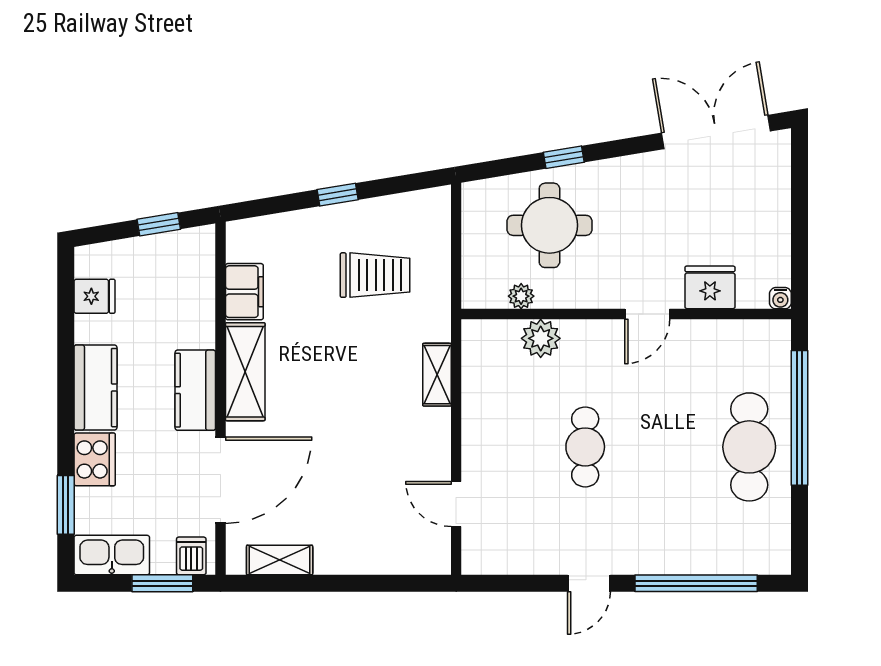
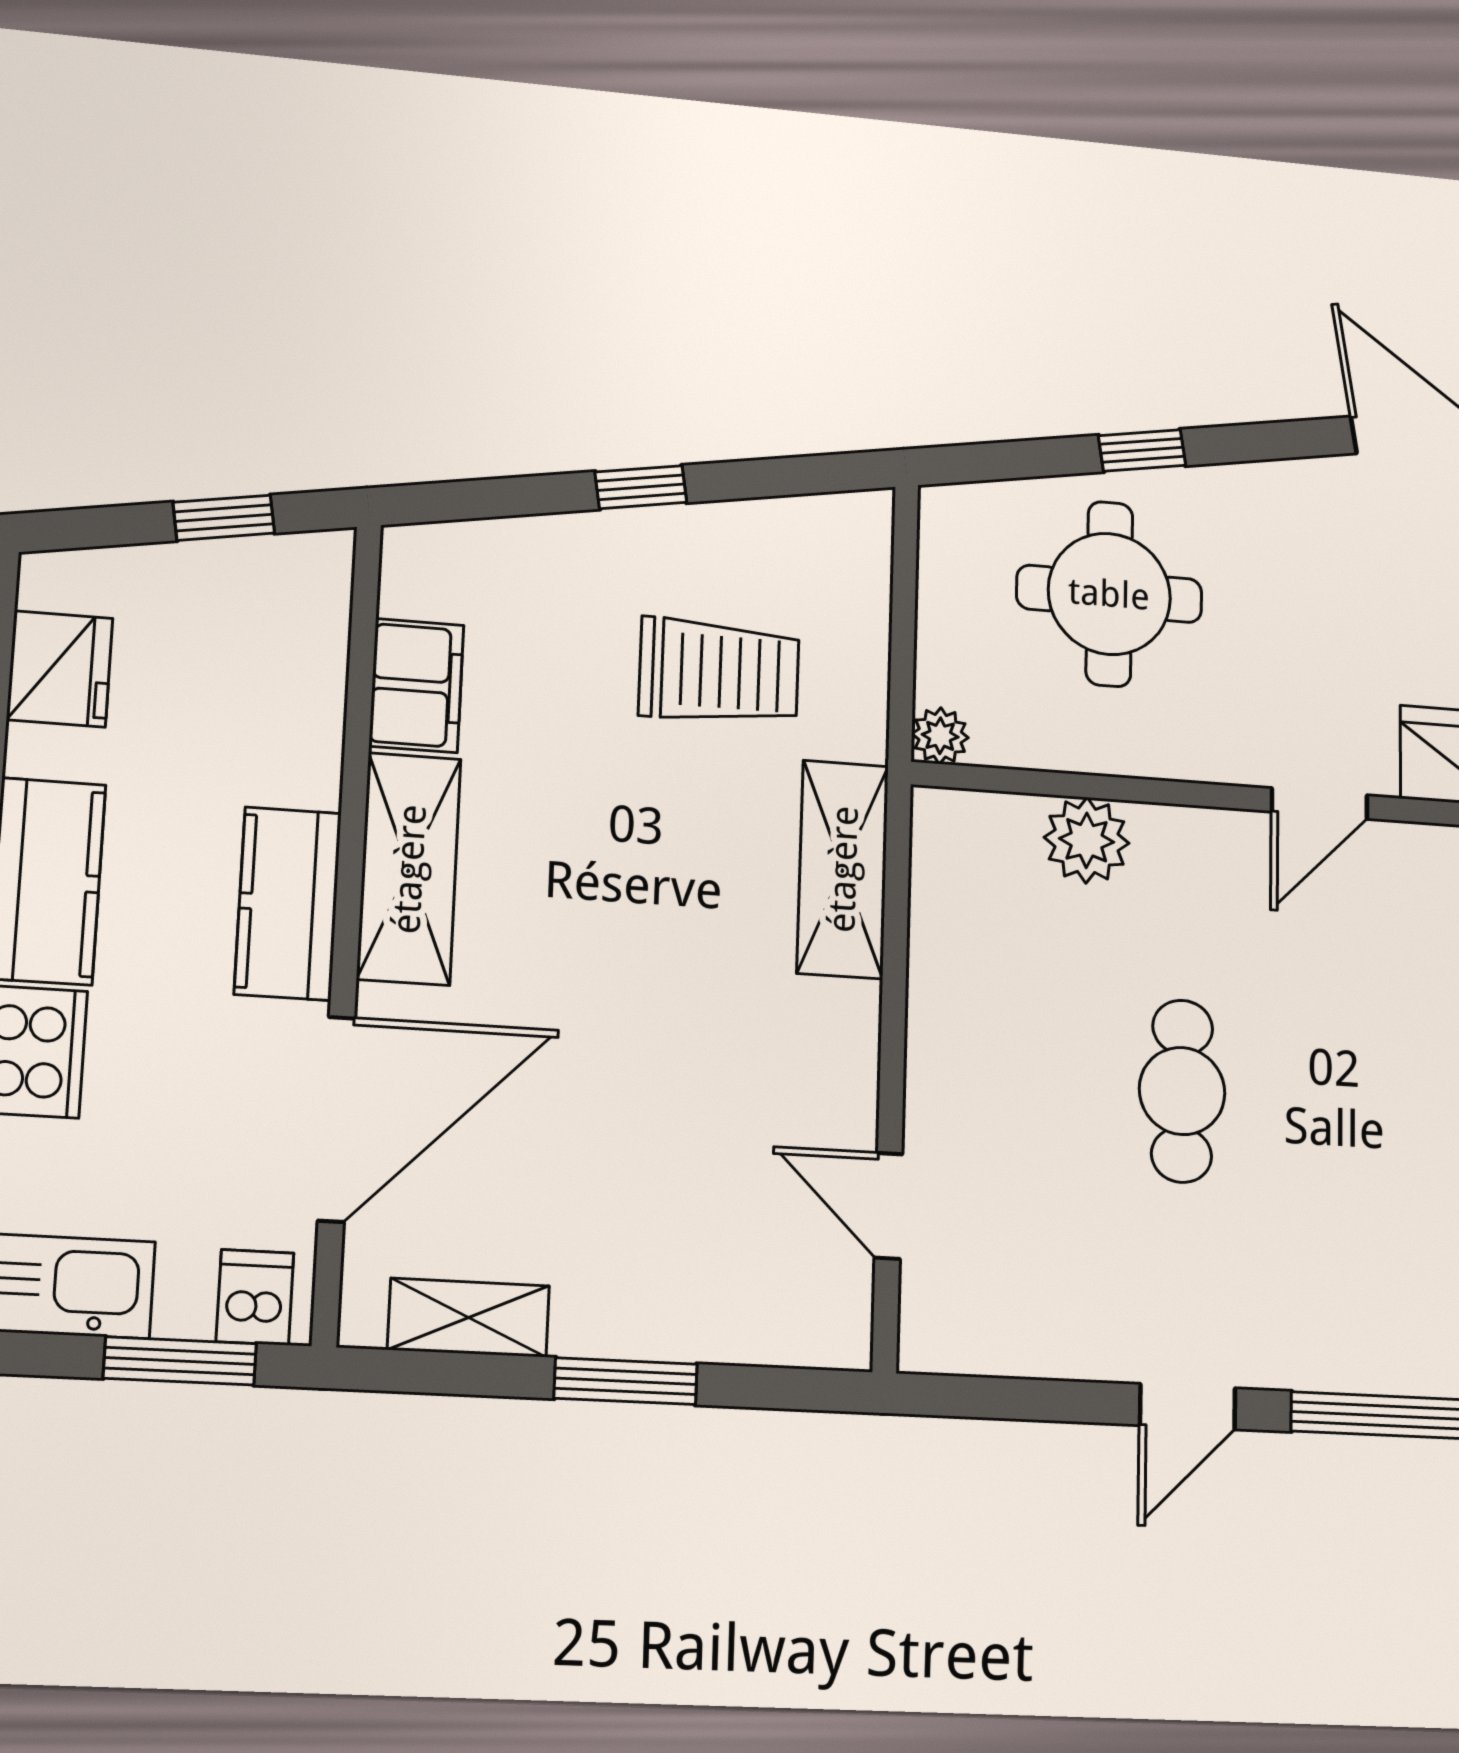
fridge: (95, 296) -> (60, 669), width x1.38
plant: (521, 296) -> (940, 736), moved
shelving: (437, 375) -> (843, 869), width x1.50, depth x1.33
window: (346, 583) -> (626, 1381), added

